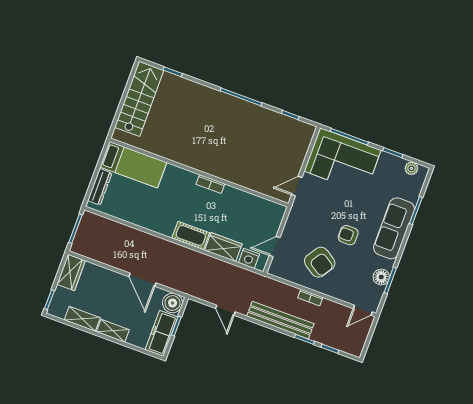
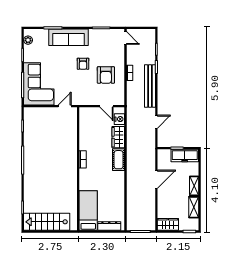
door: (297, 186) -> (65, 106), swing flipped
armchair: (320, 262) -> (106, 75), turned 147
floor lamp: (381, 277) -> (101, 34), removed
boiler: (173, 303) -> (164, 156), removed

